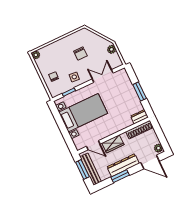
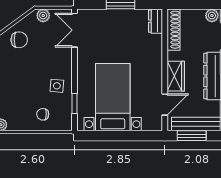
chair: (80, 54) -> (19, 40), moved
double door: (103, 76) -> (74, 30), moved

